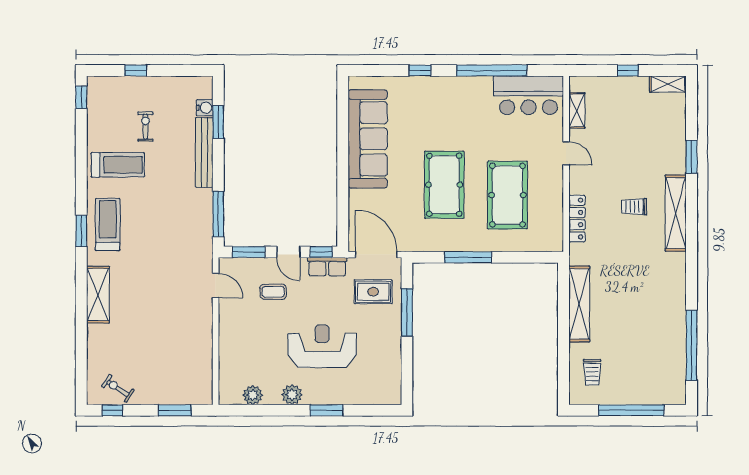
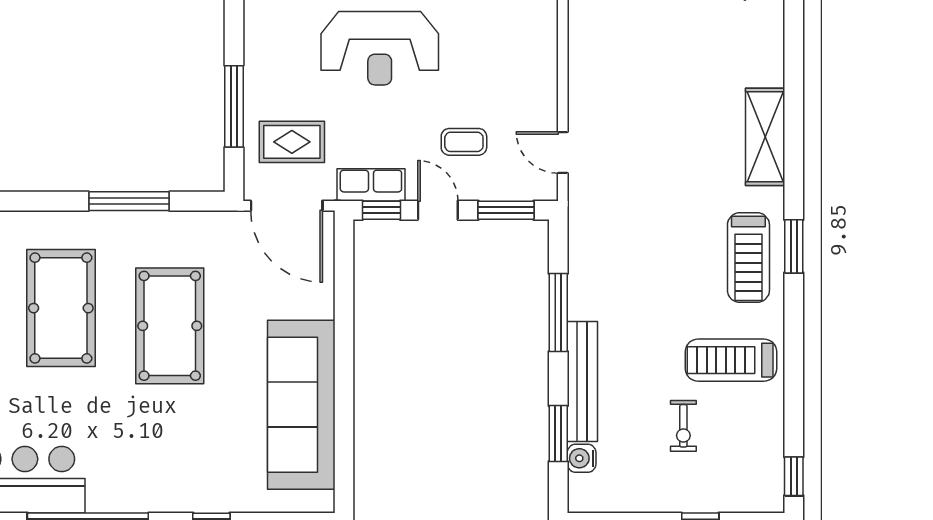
window: (218, 214) -> (558, 313), moved

